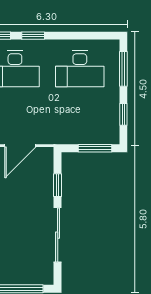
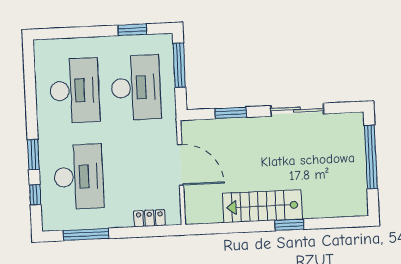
window: (123, 69) -> (72, 33), removed
desk: (80, 115) -> (136, 88), added
sliding door: (58, 235) -> (297, 110), width x0.73

